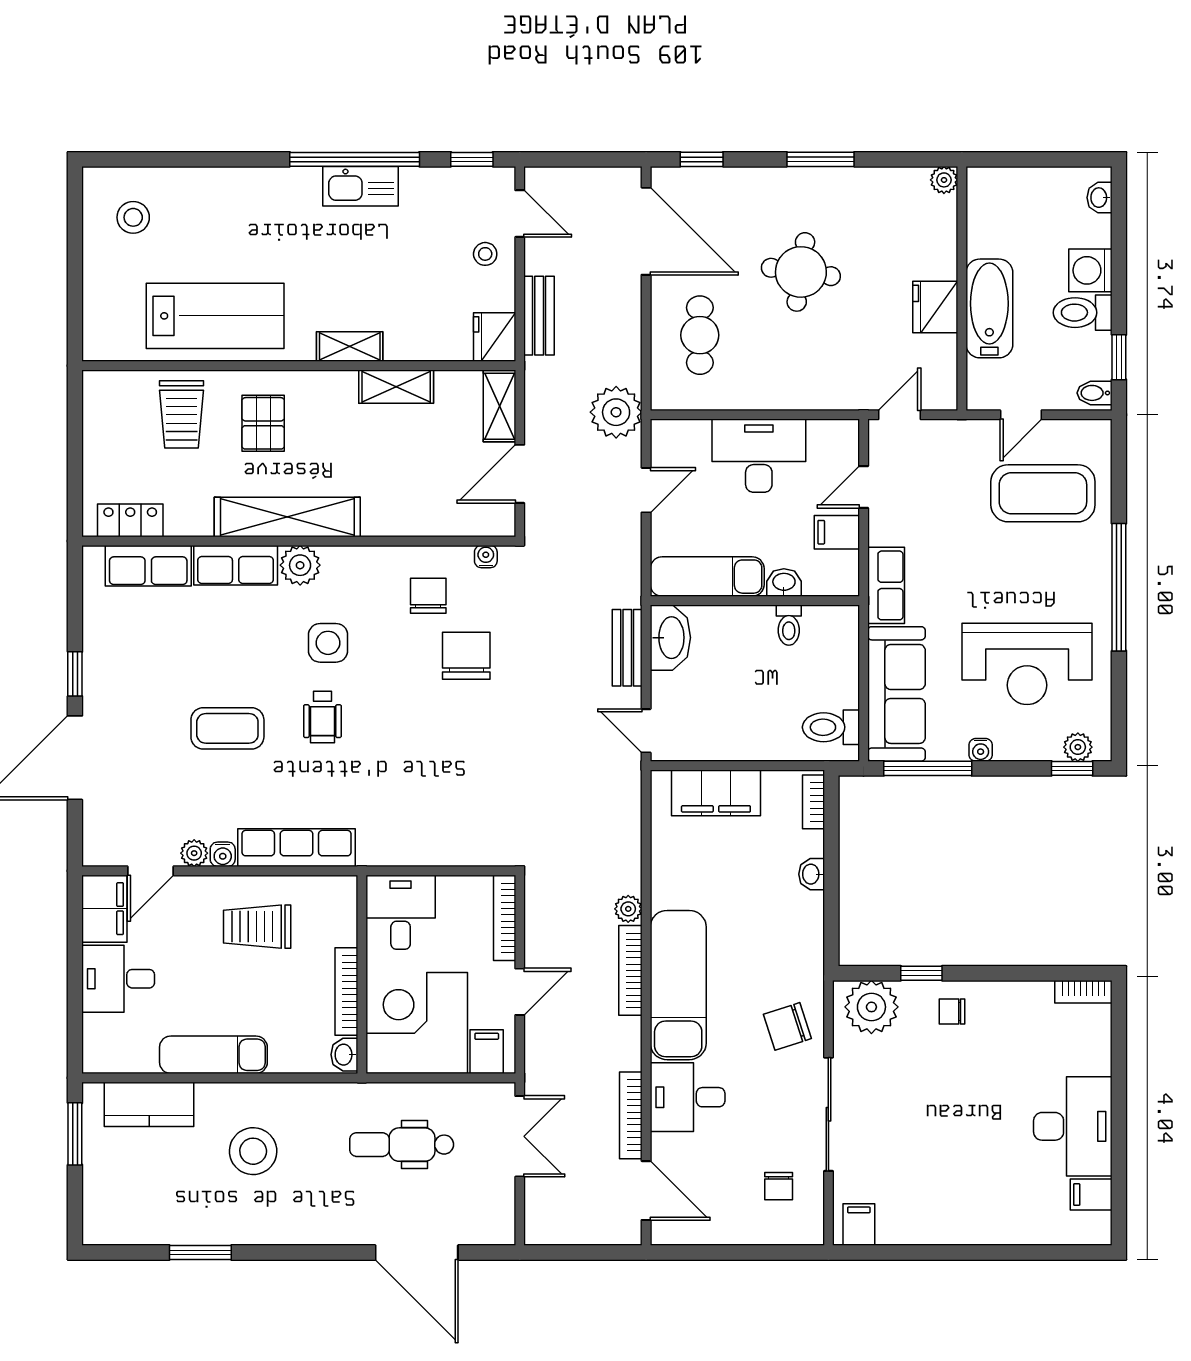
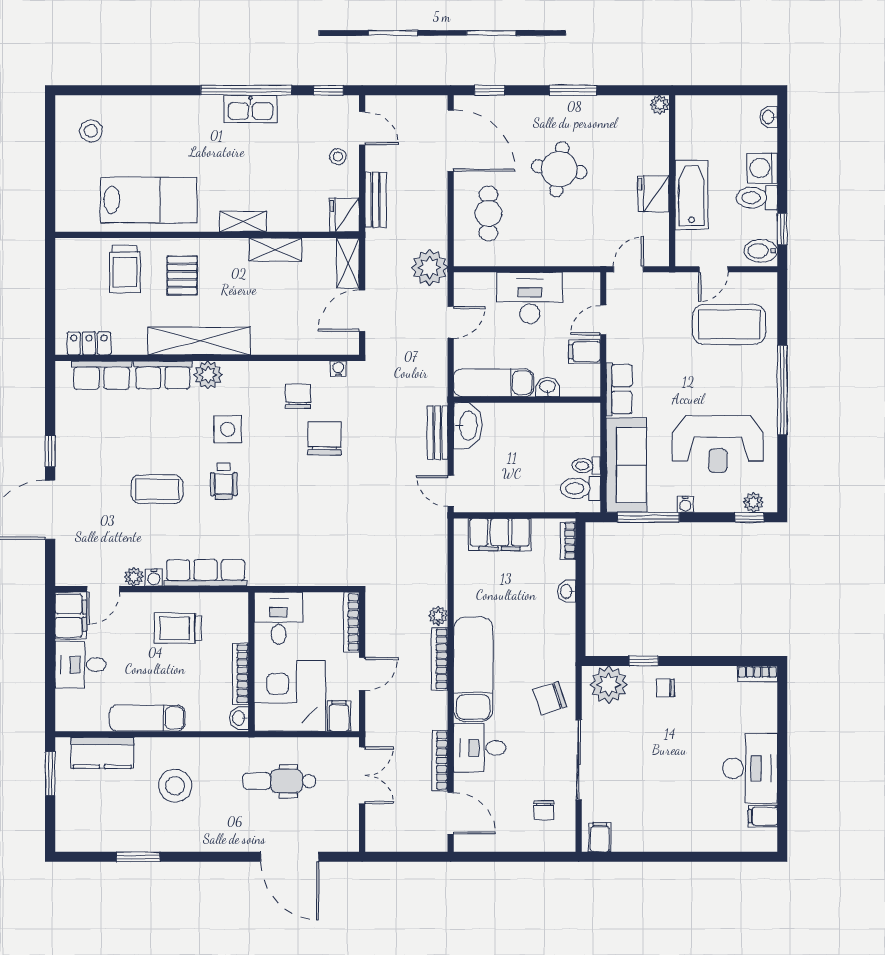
bidet: (1095, 393) -> (761, 251), width x1.38, depth x1.36
toilet: (789, 625) -> (586, 466), moved, turned 90

